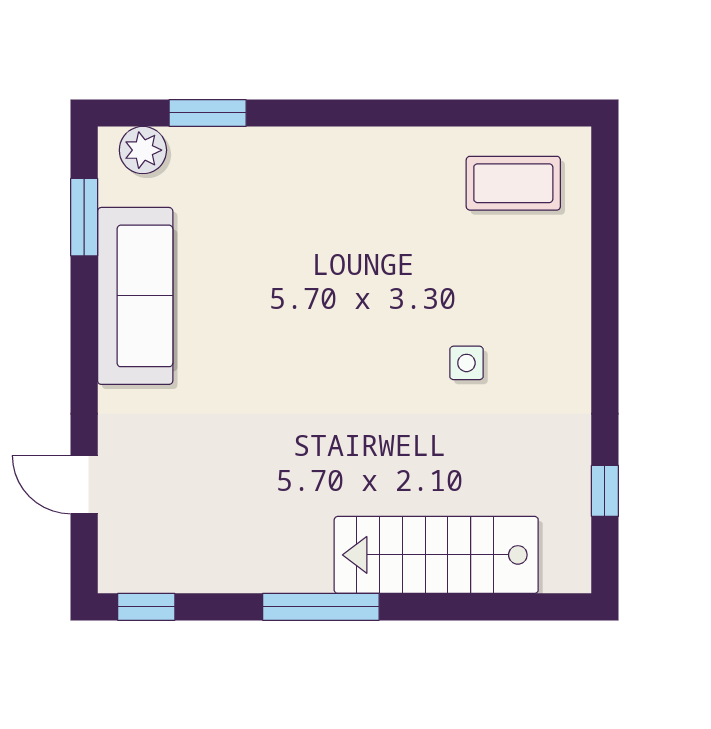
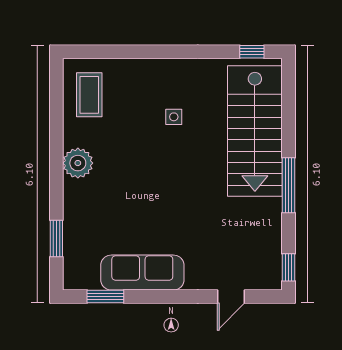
plant: (143, 150) -> (78, 163), moved, width x1.36, depth x1.36
window: (605, 491) -> (252, 52), moved
stairs: (436, 555) -> (255, 131), width x1.36, depth x1.51

